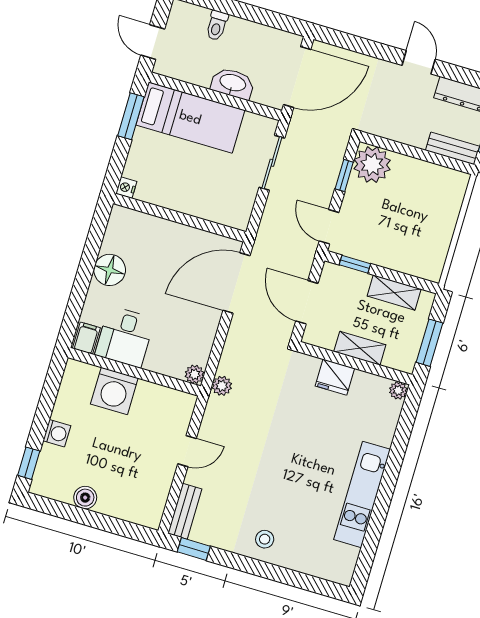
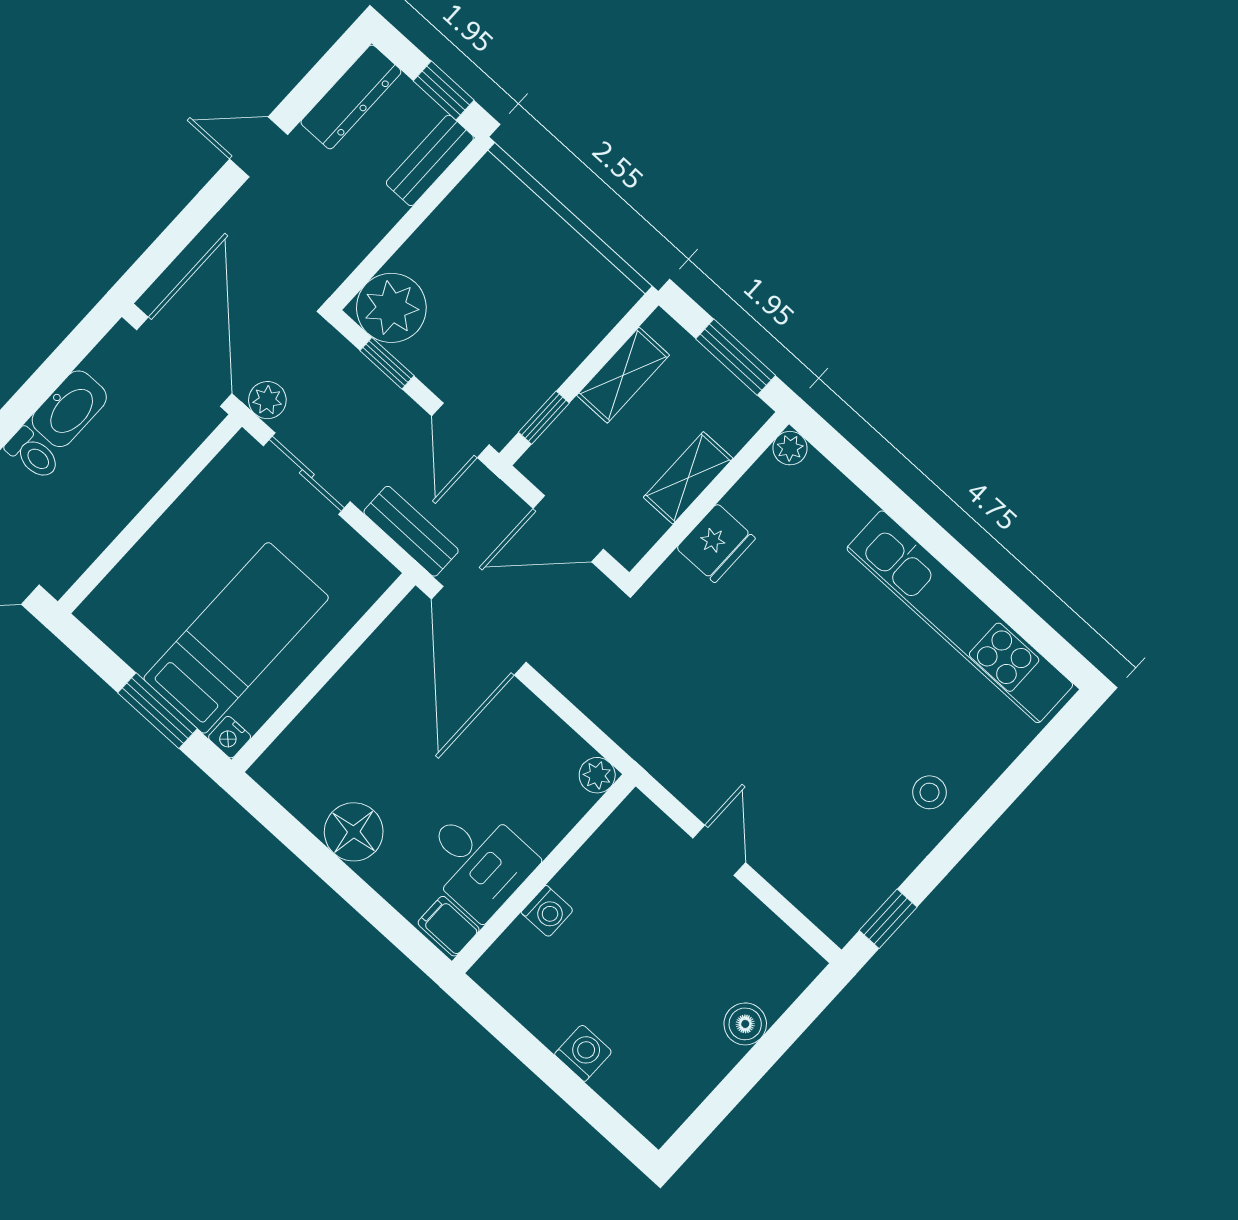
washbasin: (233, 83) -> (69, 409), moved, turned 180
window: (131, 116) -> (157, 711), moved
bed: (190, 118) -> (236, 638), moved
door: (329, 227) -> (460, 430), hinge flipped
plant: (222, 386) -> (267, 400), moved
washing machine: (114, 391) -> (547, 911), width x0.53, depth x0.53
window: (29, 463) -> (611, 1124), removed
kitchen unit: (362, 494) -> (960, 617), width x1.36
boiler: (85, 498) -> (745, 1024), moved
bench: (185, 511) -> (411, 531), moved

